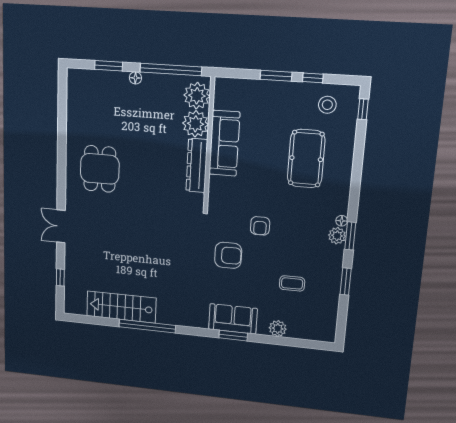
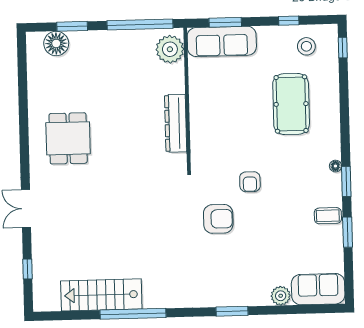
window: (276, 76) -> (225, 22), moved
floor lamp: (135, 78) -> (56, 43), moved, width x1.89, depth x1.89
plant: (195, 124) -> (171, 79), removed
sofa: (224, 143) -> (222, 41), moved, turned 90
plant: (337, 236) -> (333, 183), removed
coffee table: (292, 283) -> (328, 216), moved
sofa: (233, 319) -> (318, 289), moved

